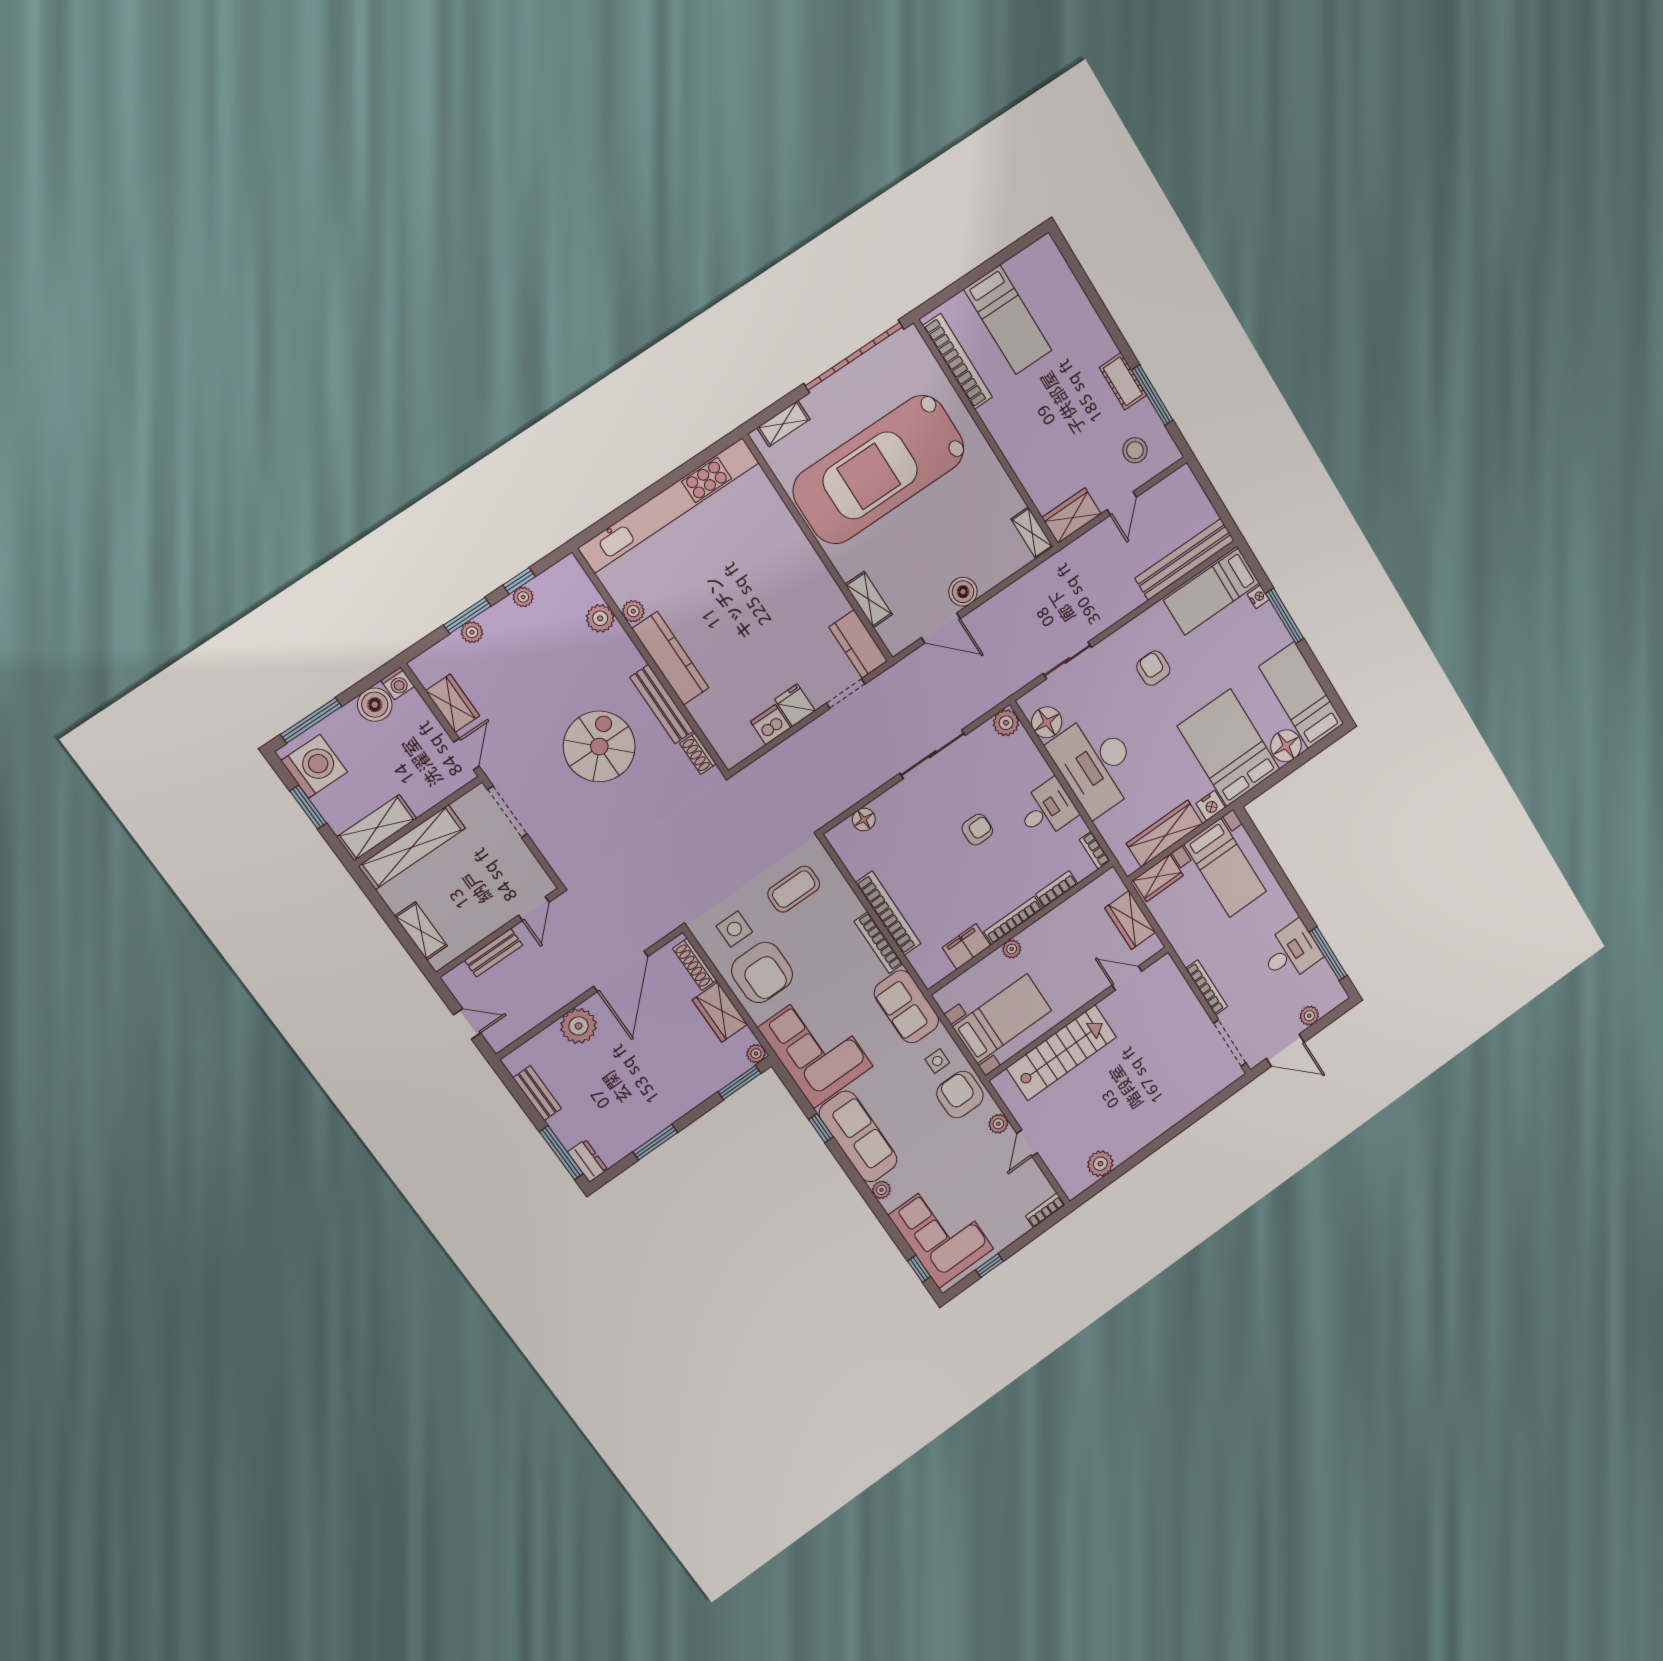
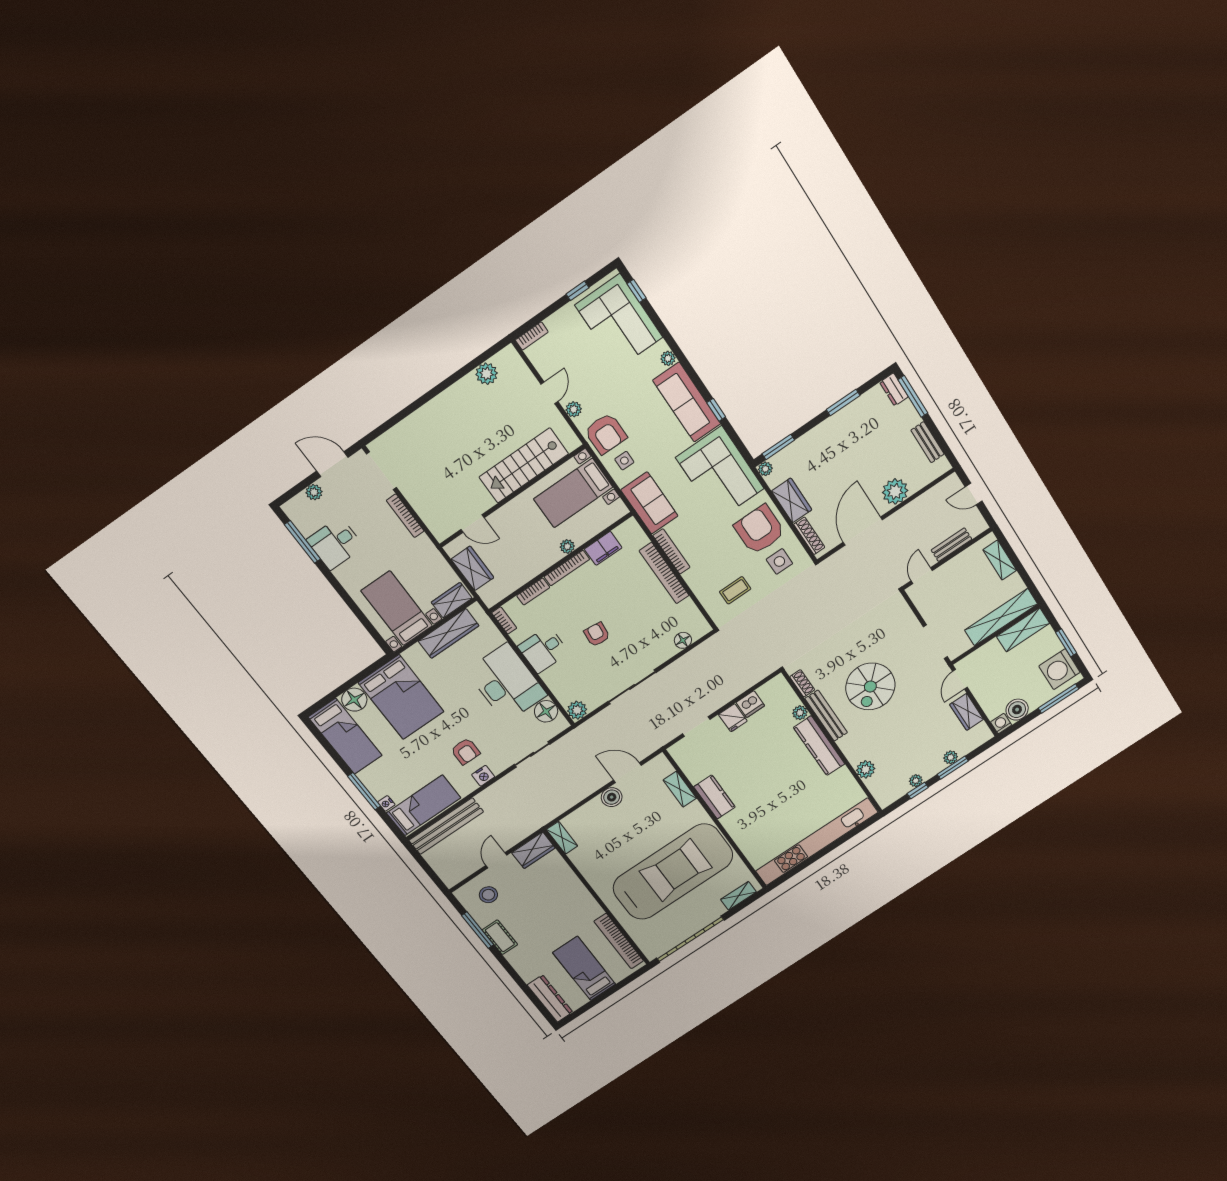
dresser: (1058, 274) -> (550, 999), added
plant: (633, 611) -> (800, 713), moved
kitchen counter: (858, 644) -> (714, 797), moved
nightstand: (1211, 806) -> (483, 776), moved, turned 180
armchair: (977, 830) -> (597, 634), turned 96
coffee table: (794, 889) -> (735, 590), width x0.73, depth x0.77

